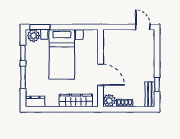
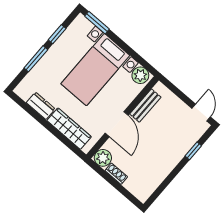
plant: (34, 36) -> (140, 75), moved
window: (157, 84) -> (193, 151), moved
bench: (150, 94) -> (145, 106), moved
dresser: (35, 101) -> (41, 106), moved

